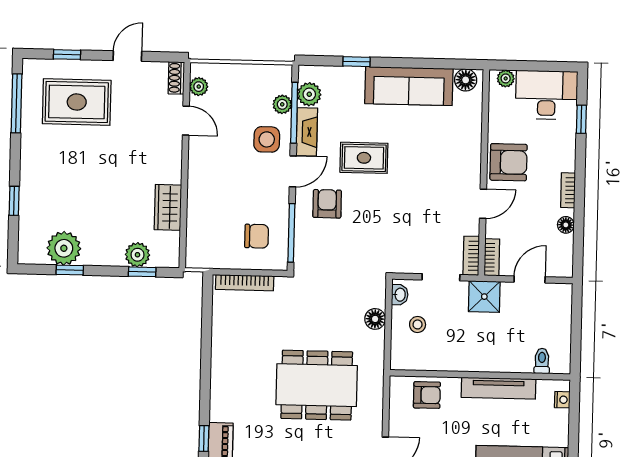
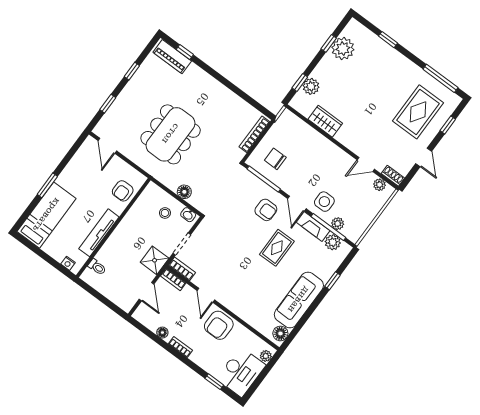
chair: (257, 236) -> (275, 159), turned 90

